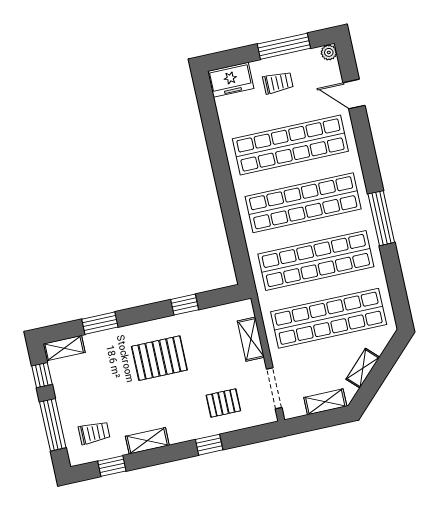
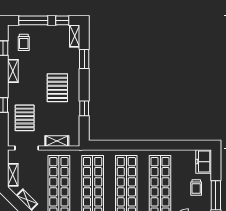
pallet: (223, 403) -> (25, 118), width x1.50, depth x1.42

